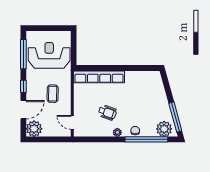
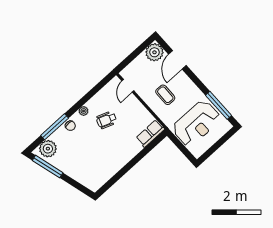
row of seats: (99, 77) -> (150, 133), width x0.50
window: (23, 86) -> (195, 79), removed
door: (72, 122) -> (128, 86), swing flipped
window: (146, 139) -> (55, 127), width x0.68

